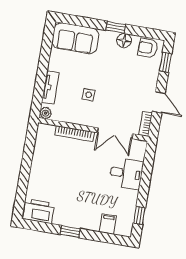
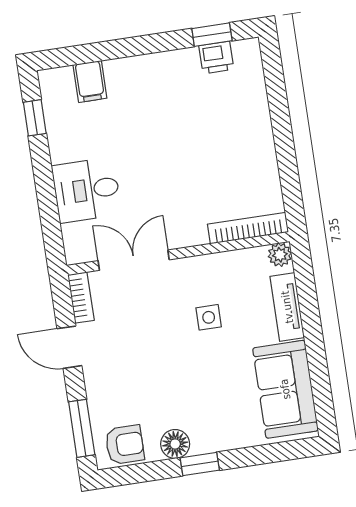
sofa: (75, 38) -> (285, 389), moved, turned -90
window: (166, 62) -> (82, 428), width x1.50
bookcase: (74, 134) -> (248, 228), moved
printer: (39, 211) -> (216, 58), width x0.53, depth x0.68
window: (70, 232) -> (212, 35), moved

